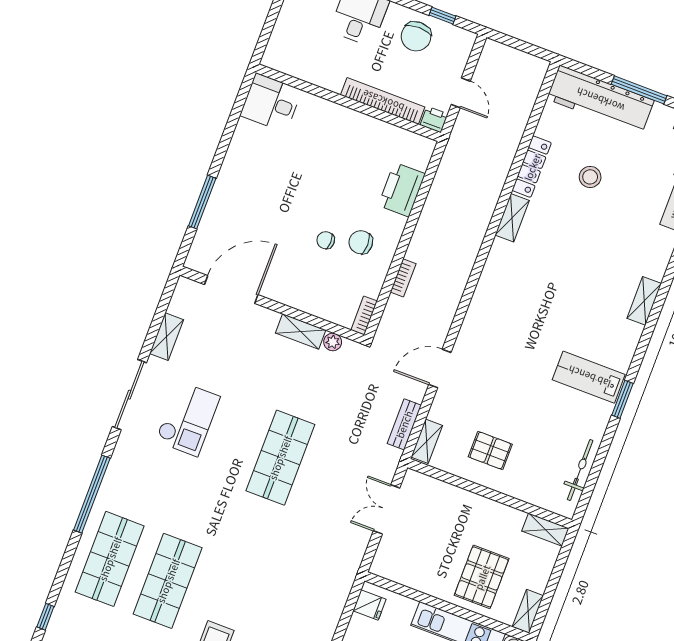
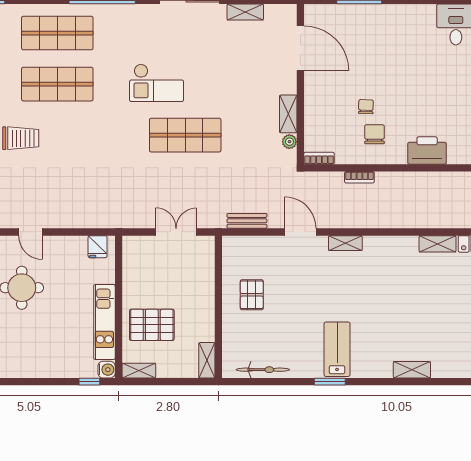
checkout: (188, 419) -> (157, 83), moved
shelving: (427, 441) -> (345, 243), moved

